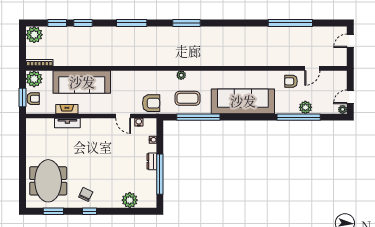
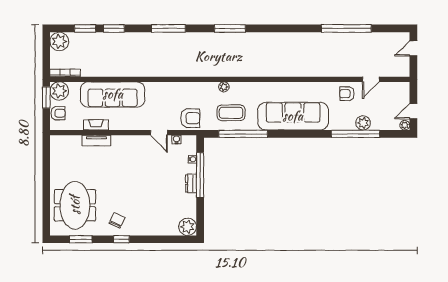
window: (23, 97) -> (46, 98), moved
window: (160, 174) -> (200, 175), moved
plant: (130, 200) -> (188, 227), moved

